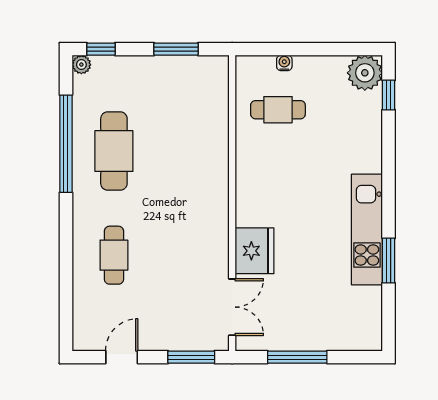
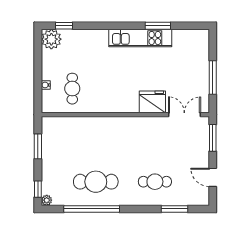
window: (66, 290) -> (175, 209), added

